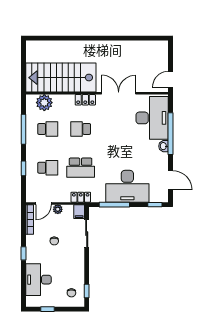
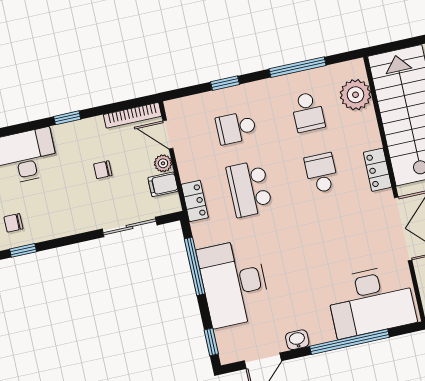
washbasin: (164, 146) -> (297, 340), moved
school desk: (48, 168) -> (236, 128), turned 90
filing cabinet: (79, 212) -> (163, 184), moved

